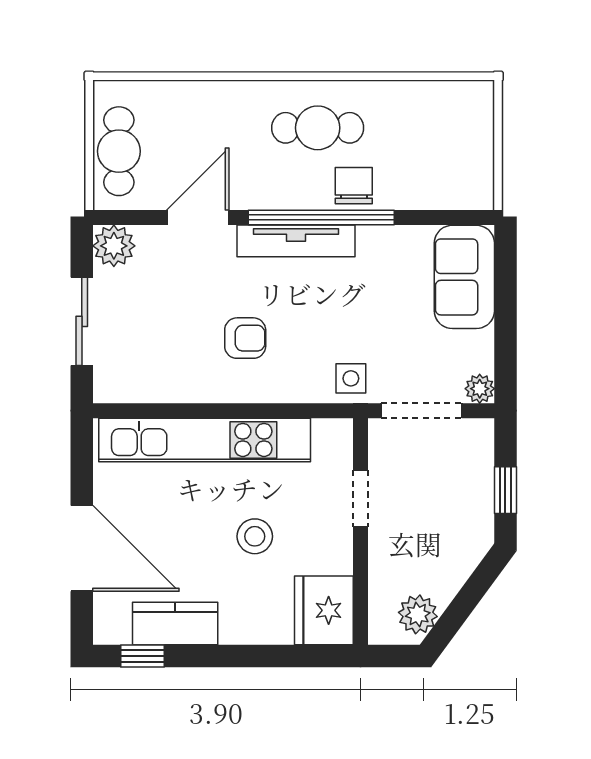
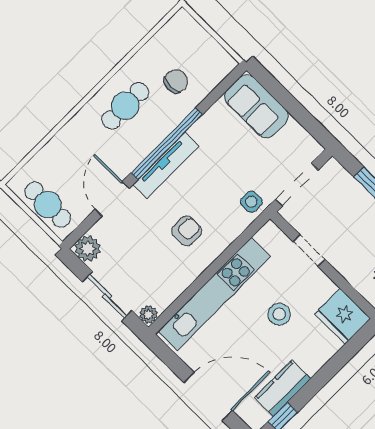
chair: (354, 186) -> (176, 81), moved, turned 90
plant: (480, 389) -> (148, 314), moved

